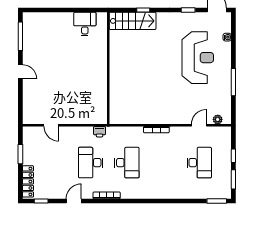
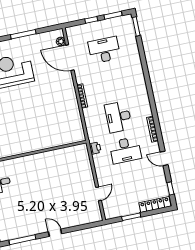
door: (20, 72) -> (55, 233), hinge flipped
door: (199, 125) -> (70, 58), width x1.88
desk: (127, 163) -> (118, 117), turned -90

